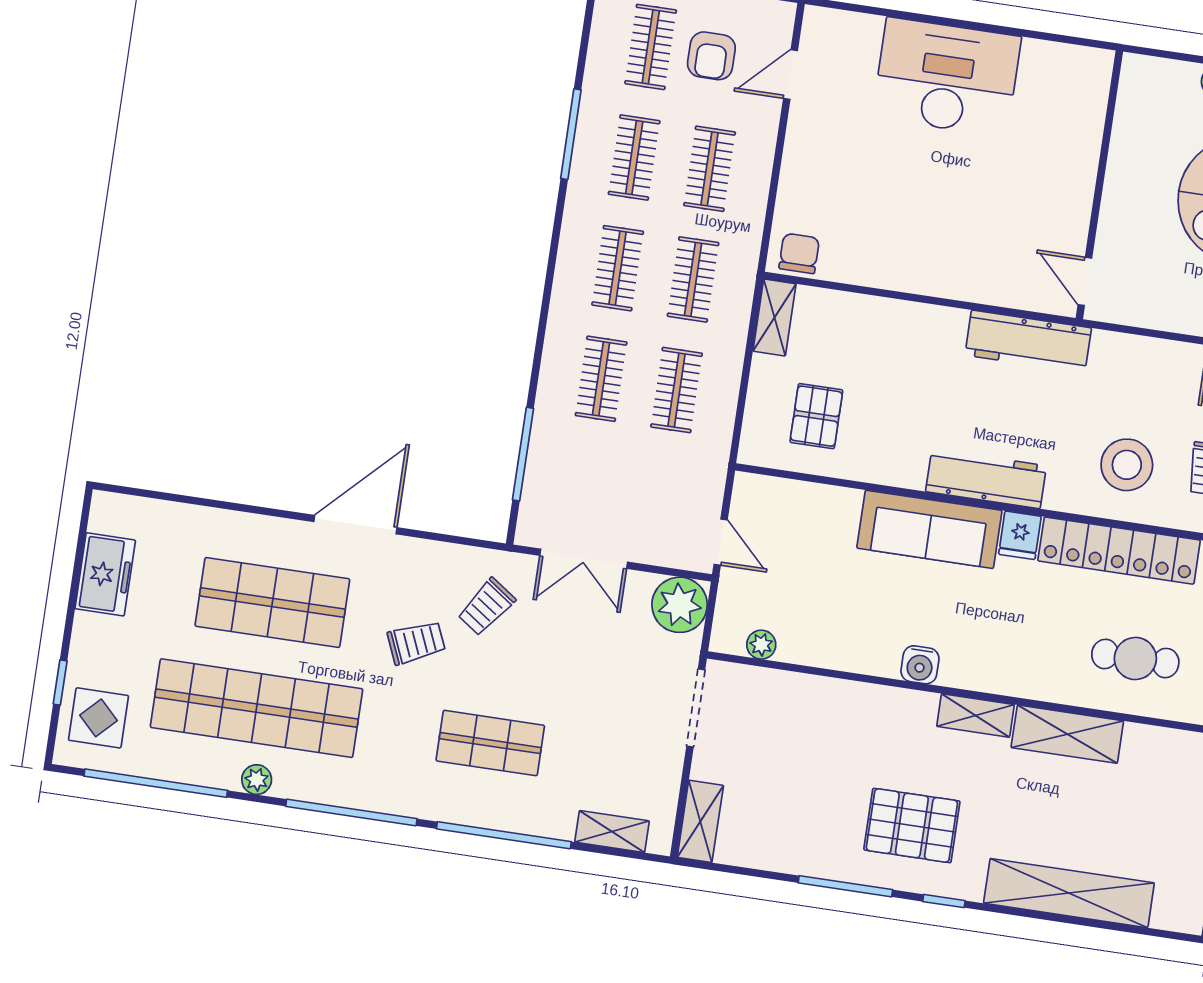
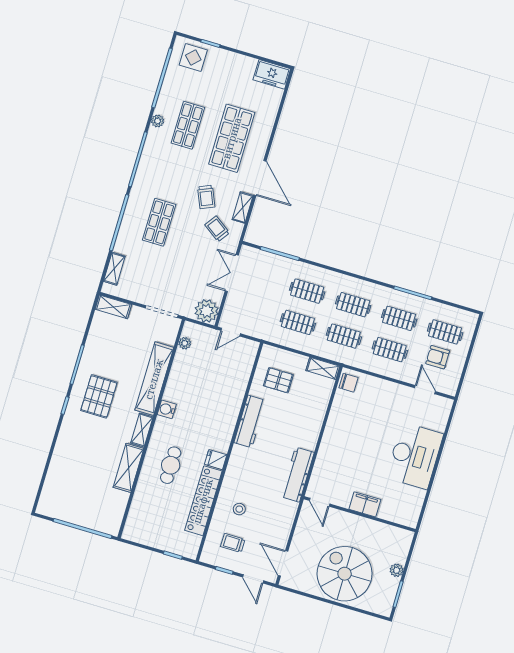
filing cabinet: (1075, 176) -> (365, 504), added
door: (1085, 281) -> (320, 502), swing flipped
stool: (1127, 465) -> (239, 509), width x0.53, depth x0.53
workbench: (986, 479) -> (250, 421), moved
sofa: (929, 529) -> (224, 421), removed
shelving: (429, 555) -> (243, 208), added
freezer: (105, 574) -> (272, 74), moved
cafe table: (1135, 659) -> (171, 465), moved
shop shelf: (257, 708) -> (188, 125), width x0.50, depth x0.74
shelving: (1069, 893) -> (154, 379), moved

